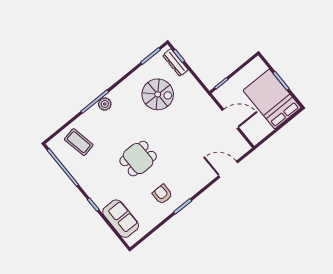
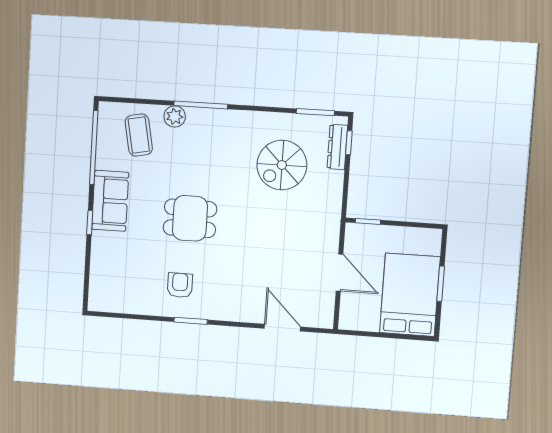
spiral stairs: (158, 94) -> (282, 165), turned 90
plant: (105, 104) -> (175, 116), moved
sofa: (121, 219) -> (110, 201), moved

